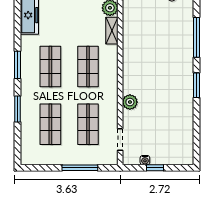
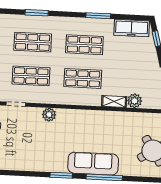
sofa: (182, 50) -> (93, 164), added
window: (18, 65) -> (98, 16), moved
window: (18, 109) -> (37, 13), moved

